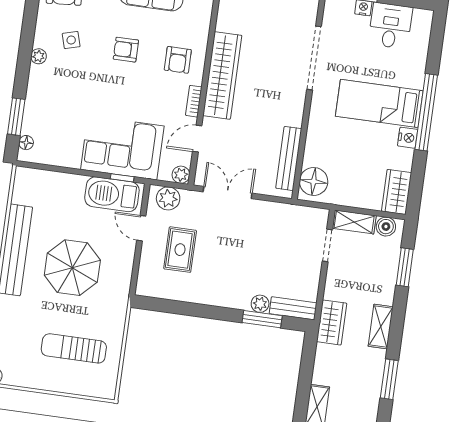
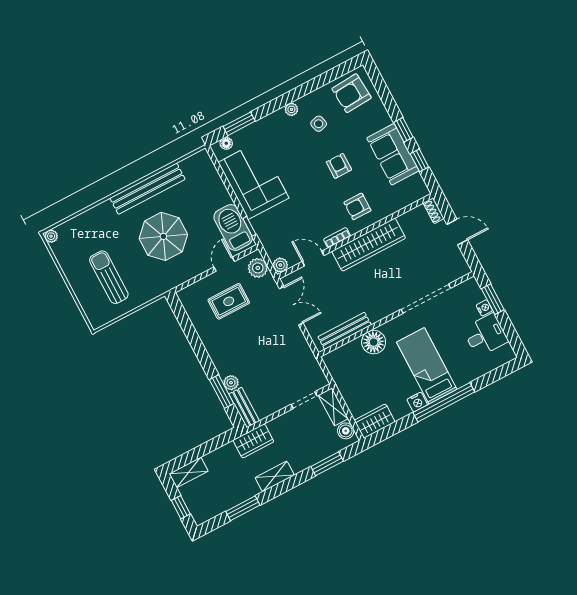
corner sofa: (122, 148) -> (254, 180), moved
floor lamp: (314, 181) -> (374, 342), moved

